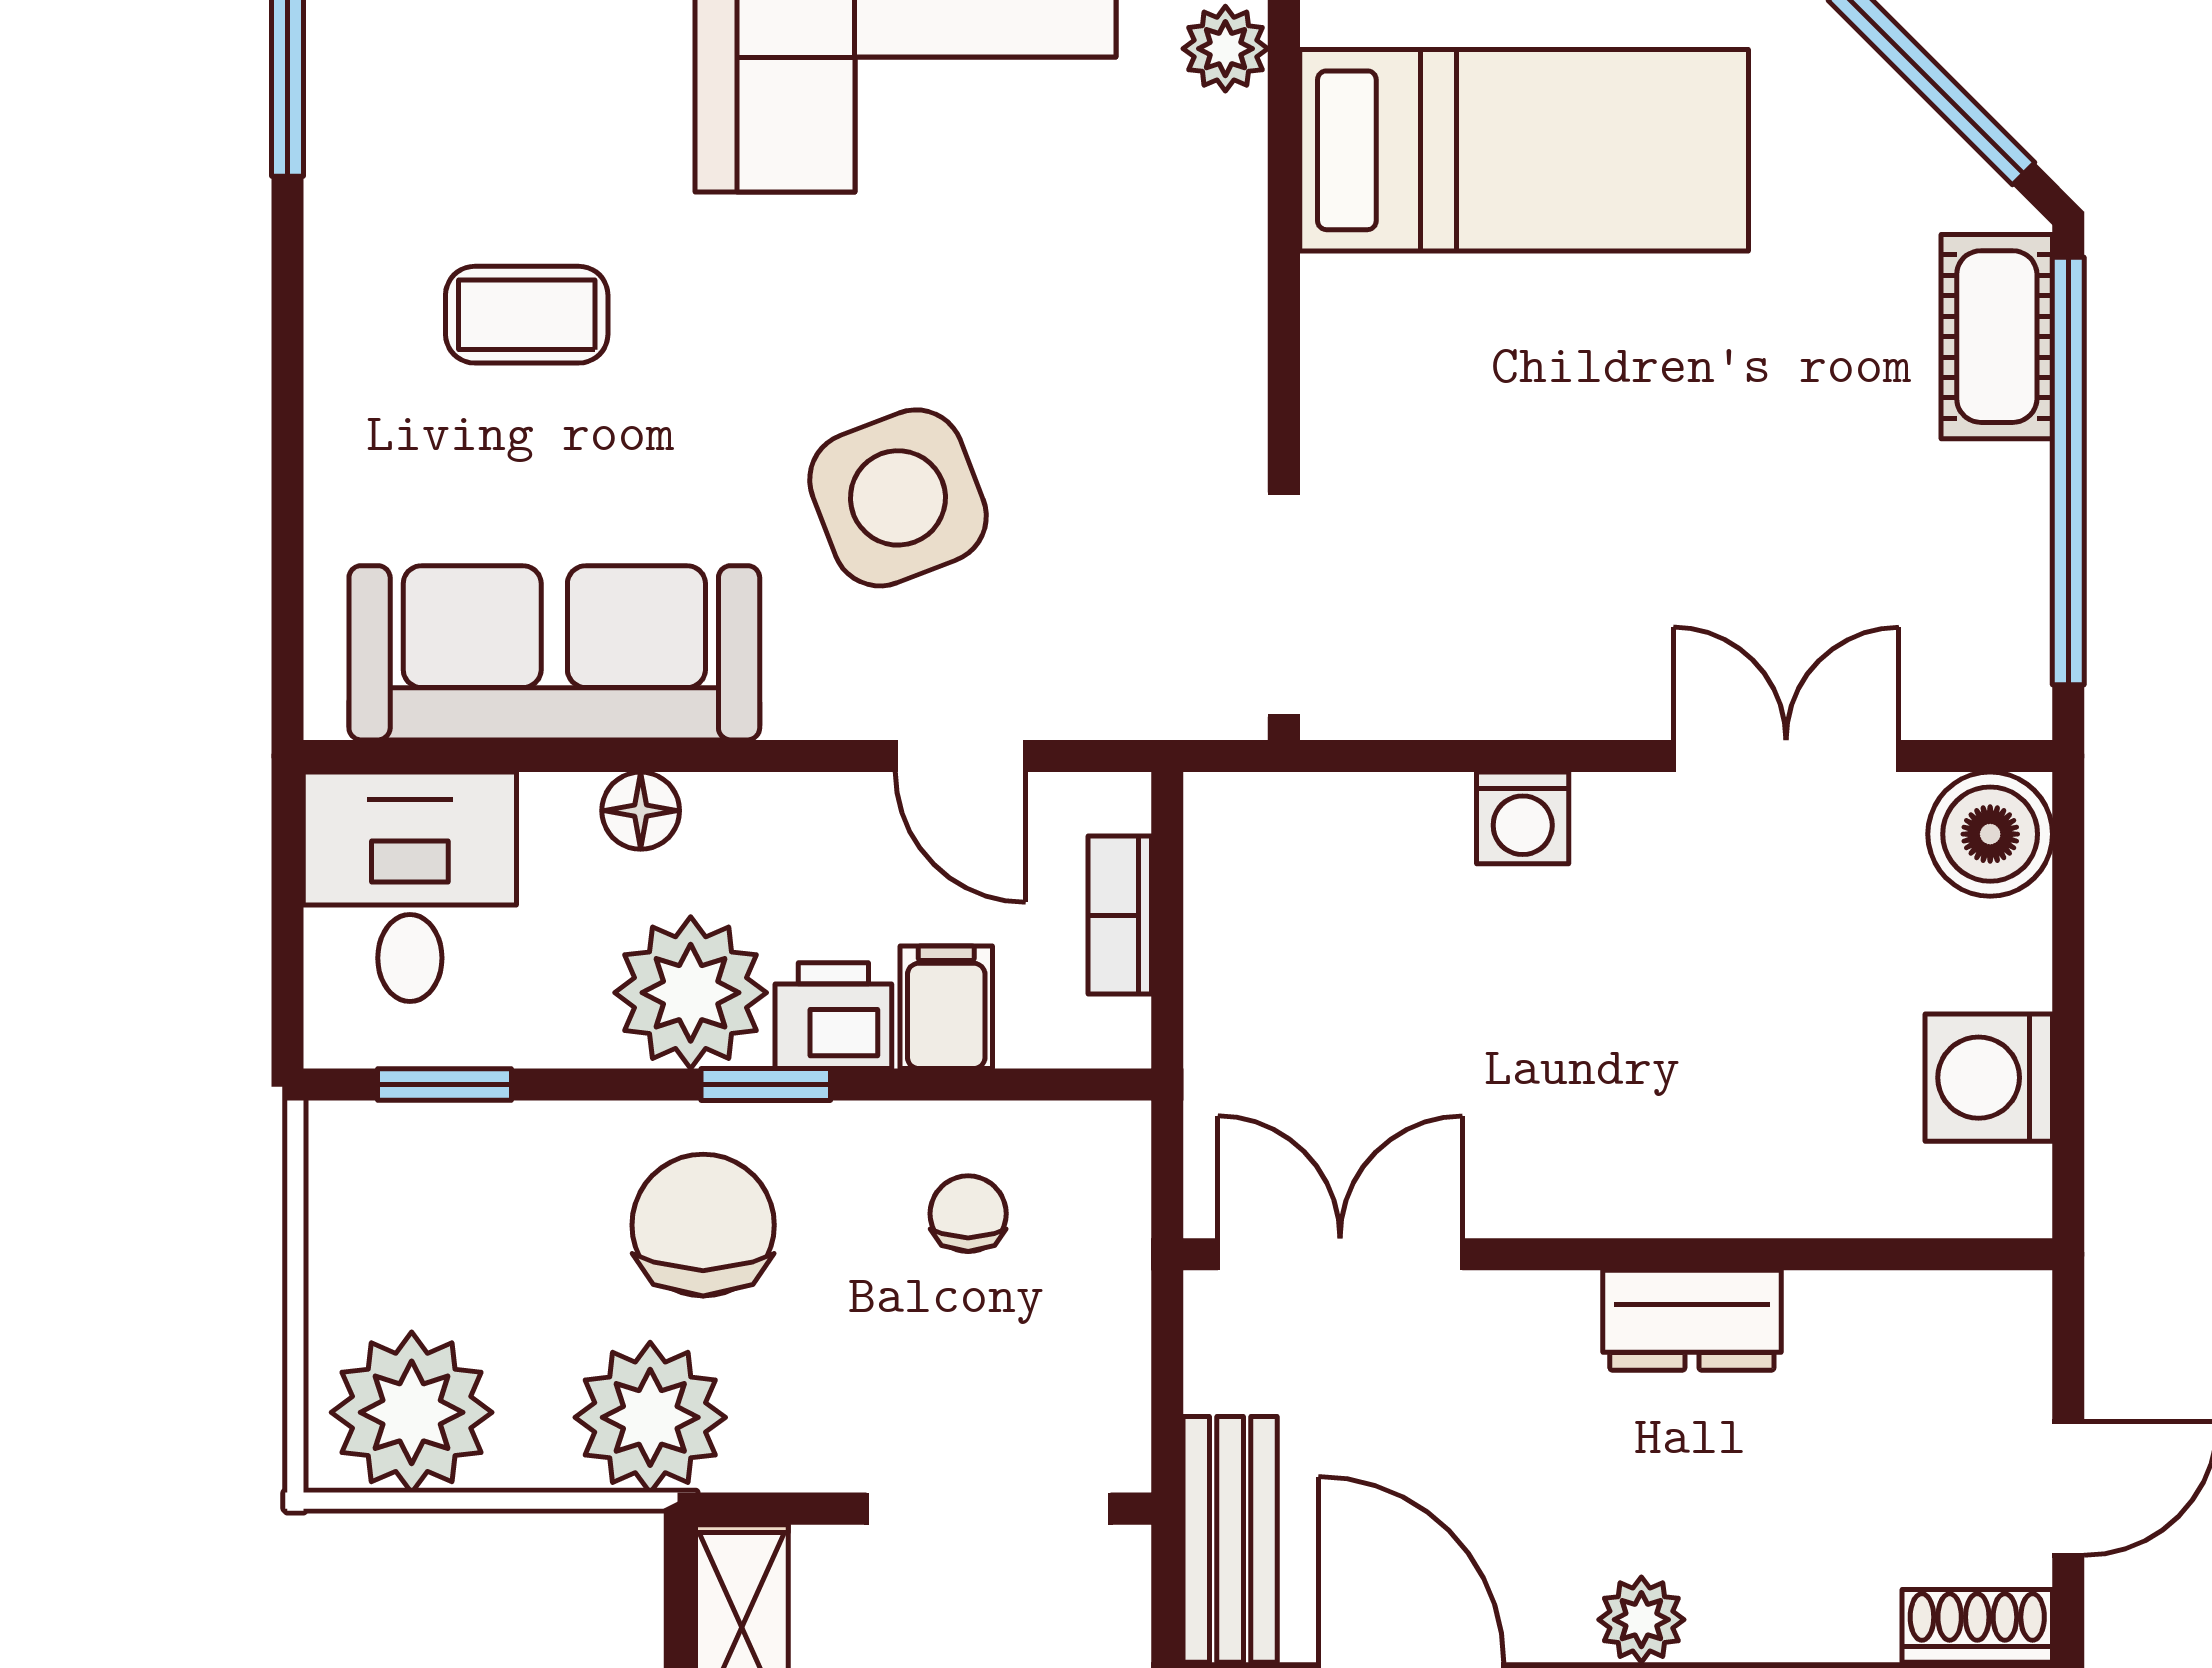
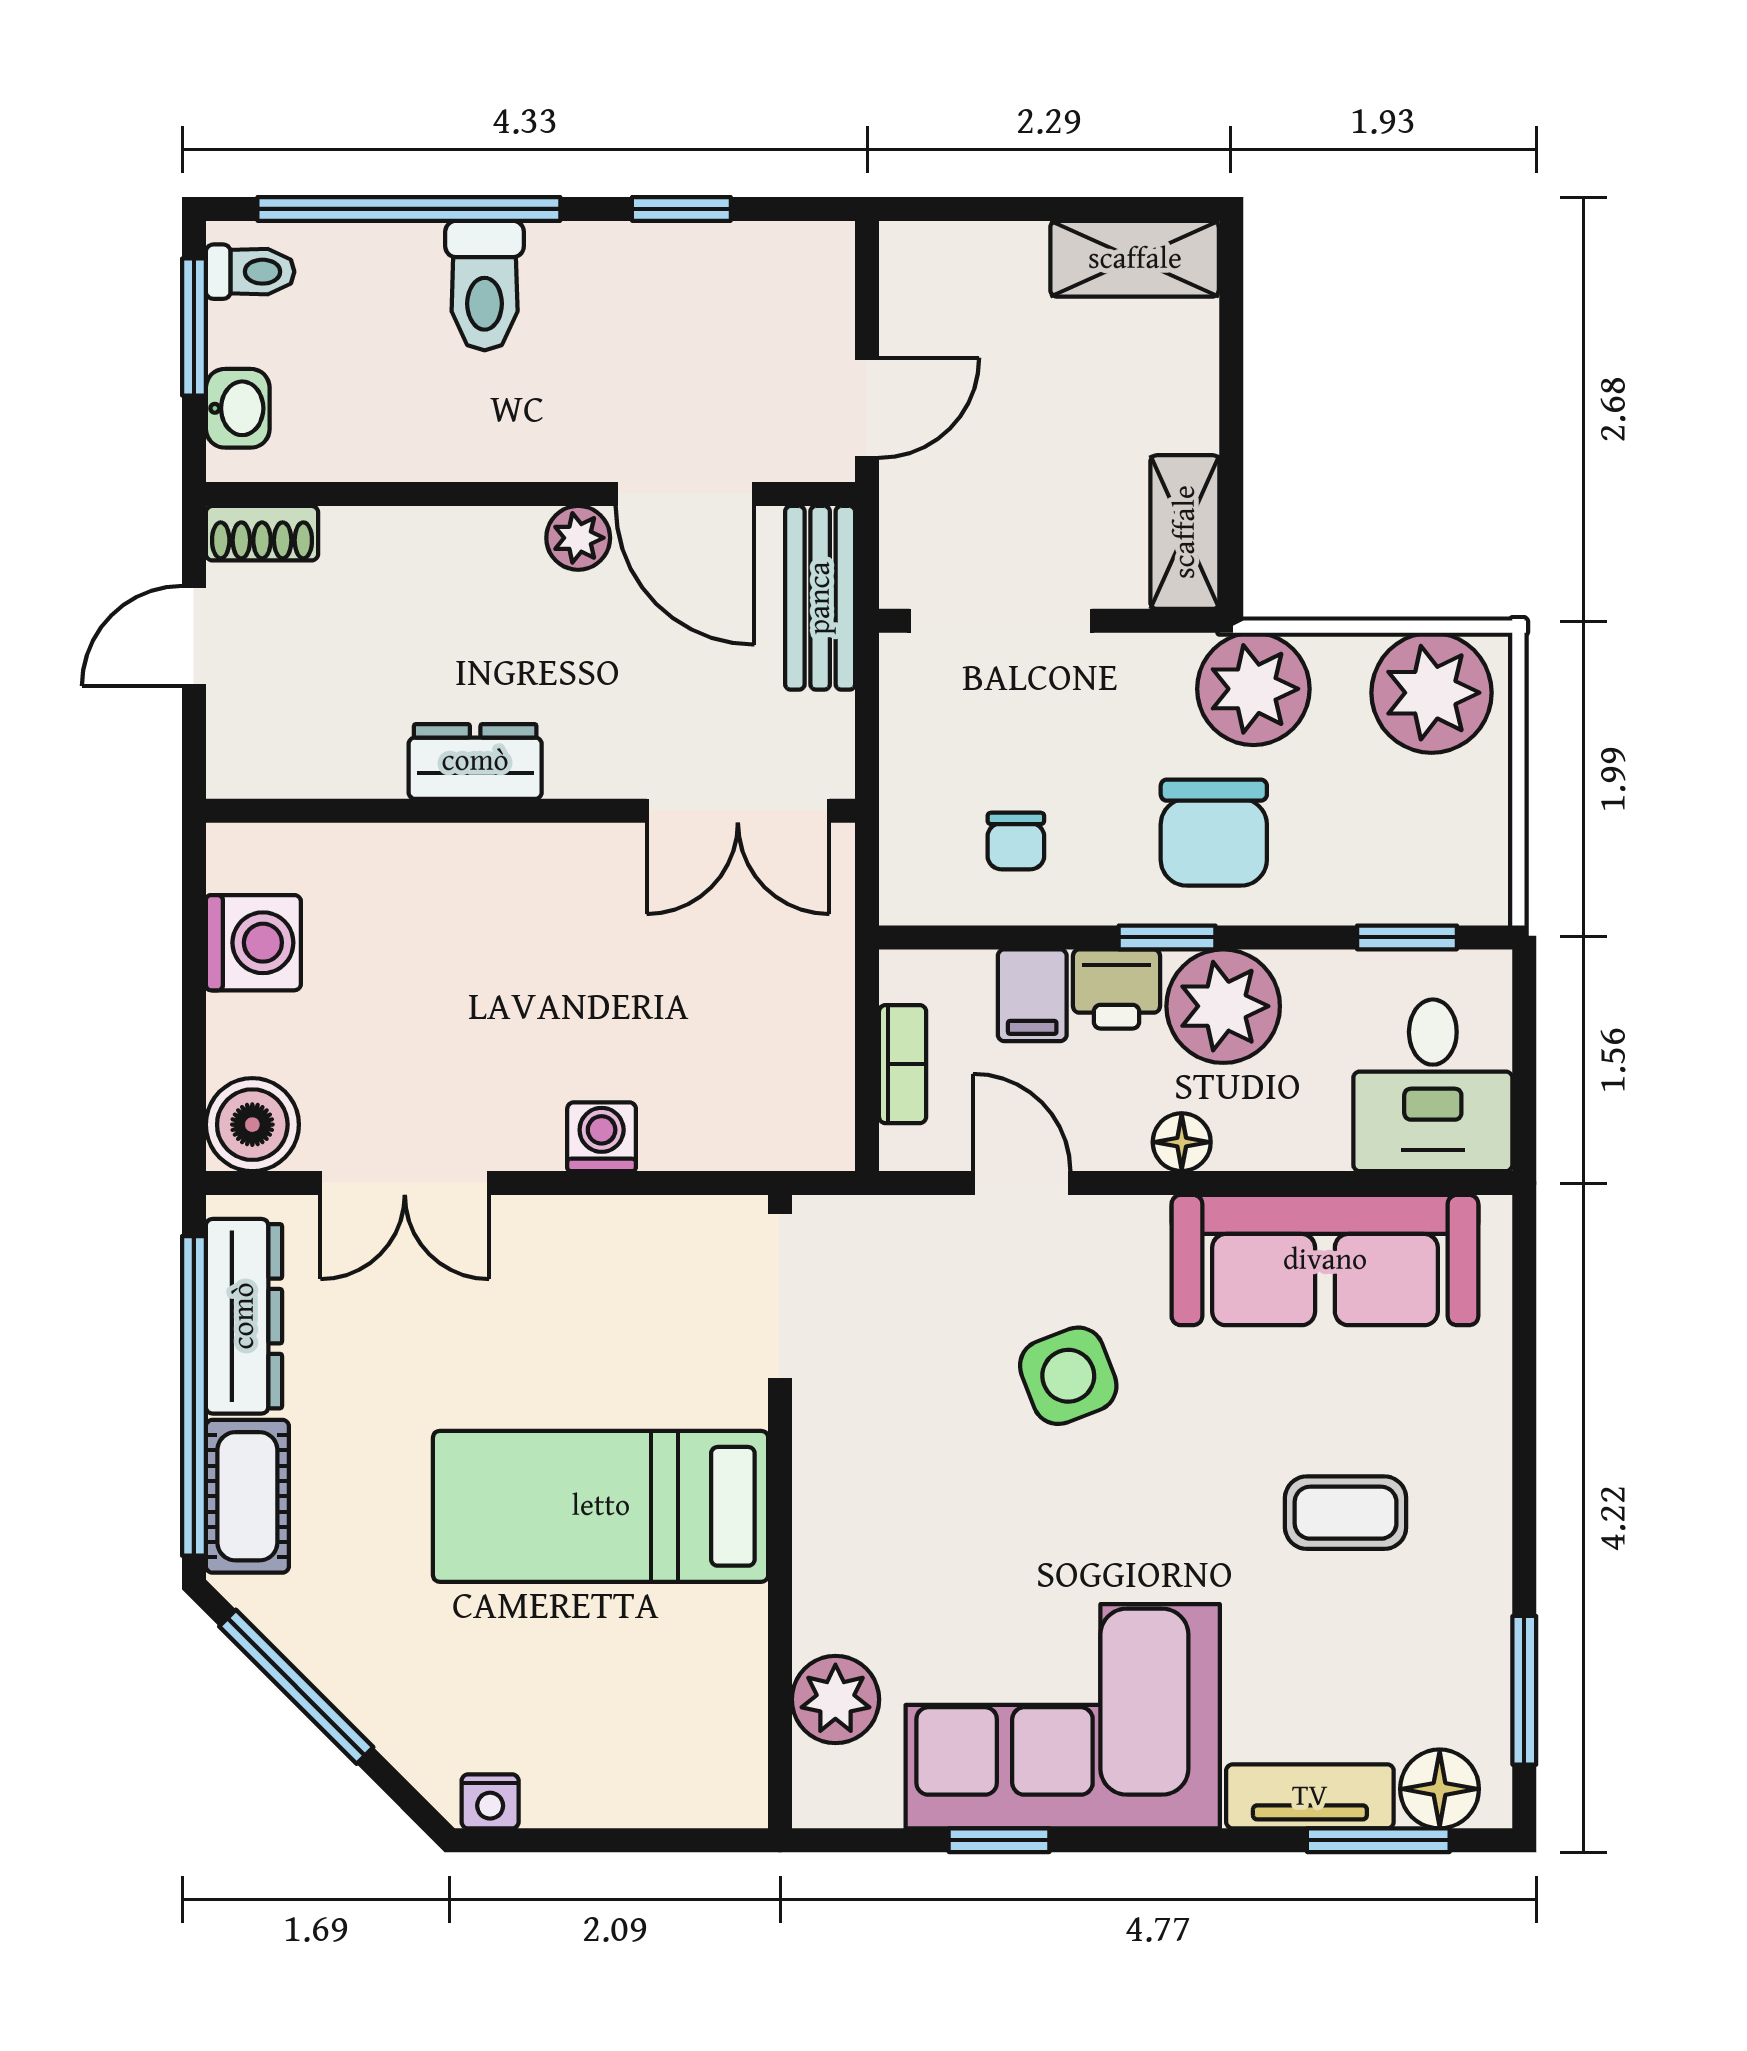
plant: (1225, 49) -> (835, 1699), width x1.38, depth x1.38
bed: (1524, 150) -> (601, 1506), moved
side table: (898, 498) -> (1068, 1376), width x0.73, depth x0.73
dresser: (2001, 578) -> (244, 1316), added
floor lamp: (641, 811) -> (1182, 1142), moved
plant: (1641, 1620) -> (578, 538), moved

